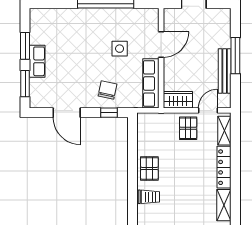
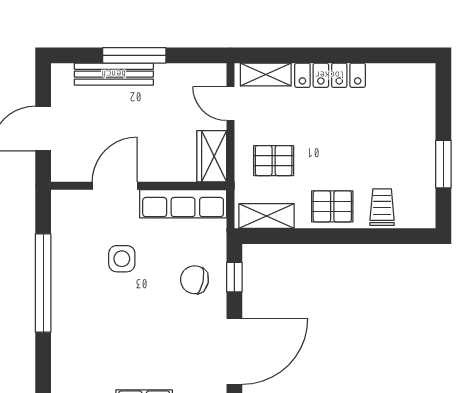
door: (161, 44) -> (115, 186), hinge flipped
bench: (225, 71) -> (114, 74), moved
door: (67, 113) -> (234, 352), width x1.36
pallet: (188, 128) -> (274, 161), moved
shelving: (224, 205) -> (267, 216), moved

